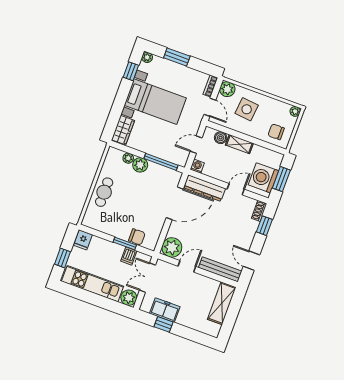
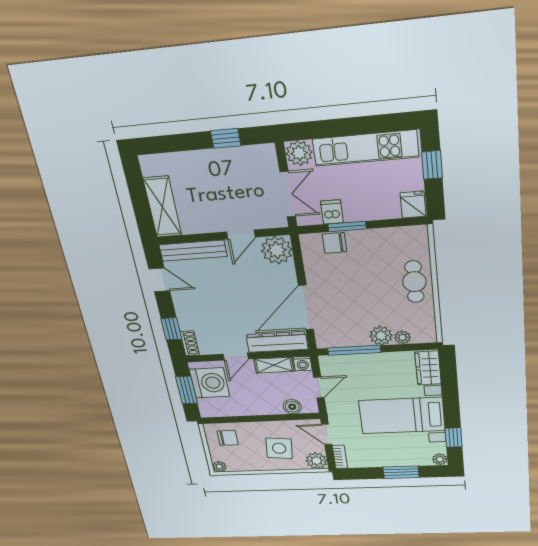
shelving: (239, 144) -> (274, 365), moved
freezer: (165, 310) -> (236, 160), removed

